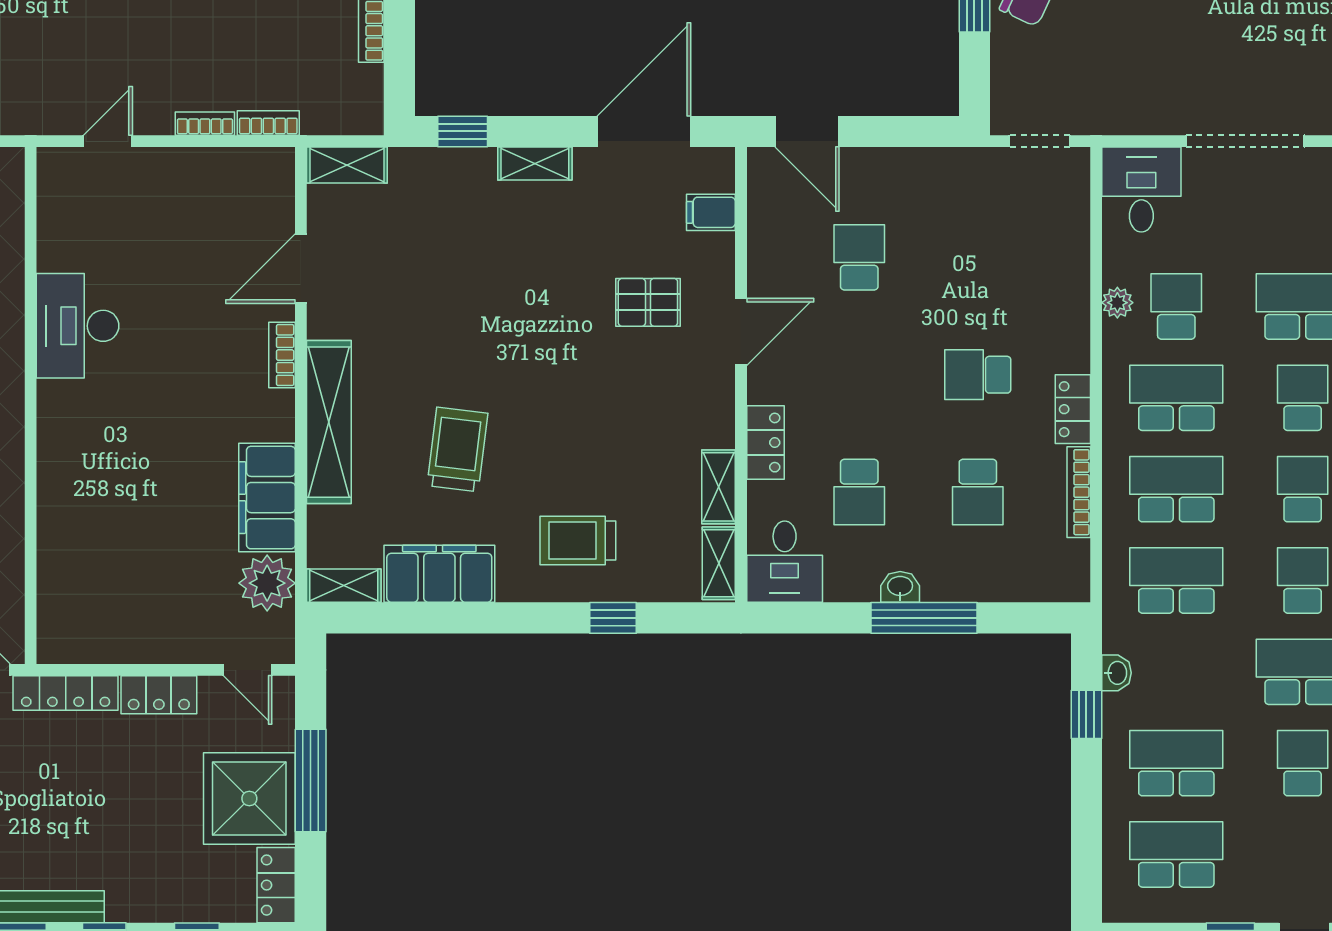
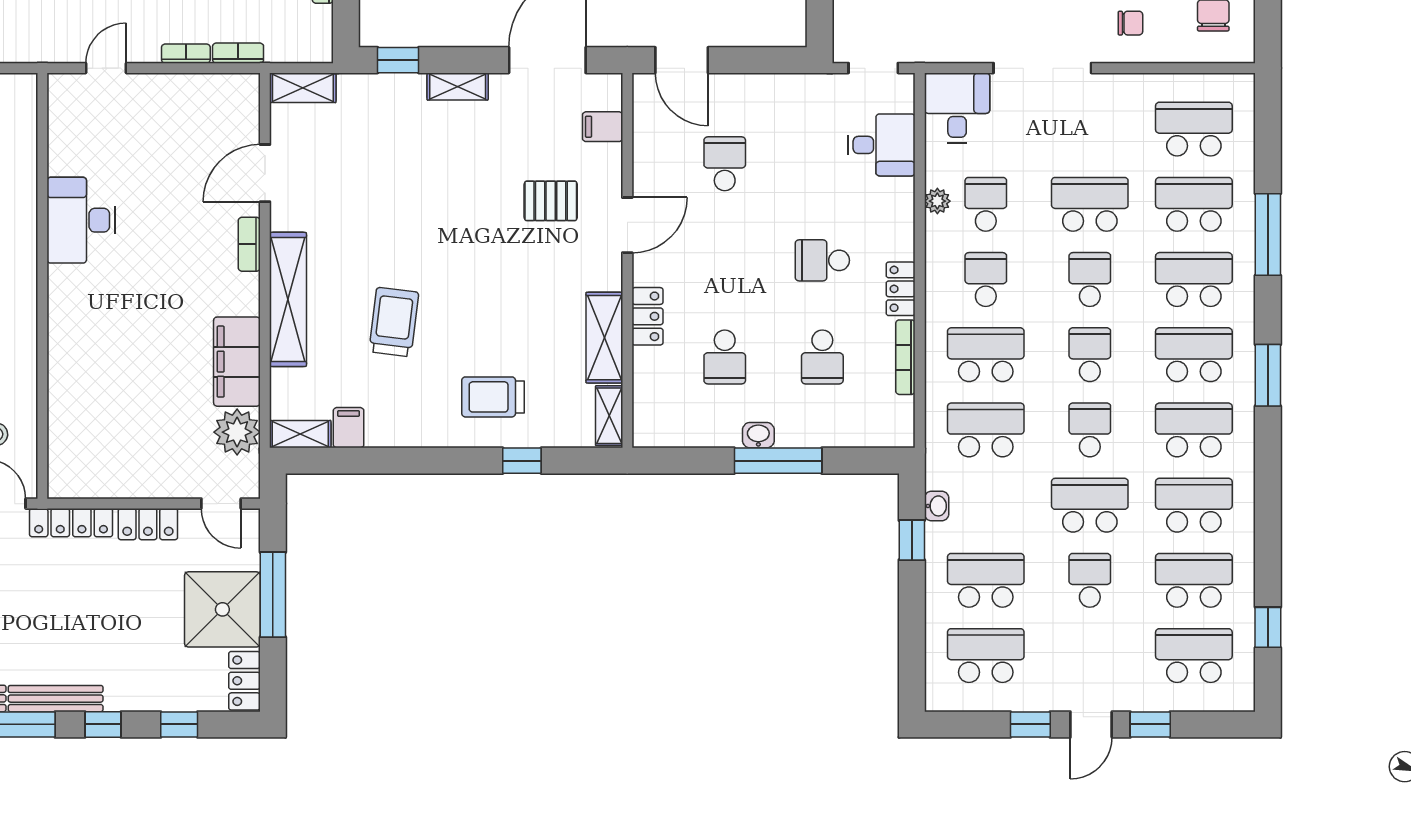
school desk: (1176, 398) -> (986, 279), width x0.54
shelving: (719, 487) -> (604, 338), width x1.50, depth x1.33
desk: (785, 562) -> (881, 145), moved, turned -90
filing cabinet: (439, 574) -> (349, 428), width x0.33, depth x0.86

